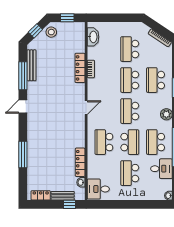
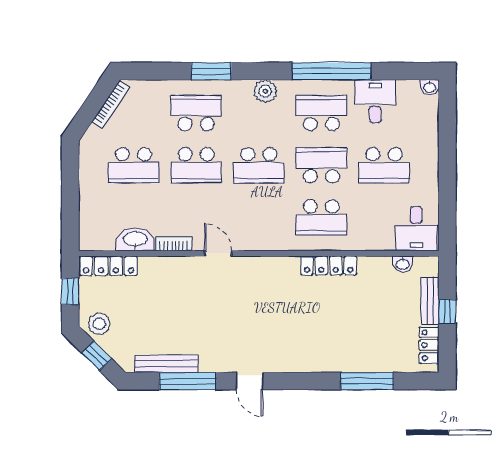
washbasin: (93, 37) -> (135, 239), moved
locker: (80, 68) -> (108, 266), moved
school desk: (156, 80) -> (196, 113), turned 180
door: (86, 108) -> (218, 253), moved
school desk: (156, 142) -> (321, 113), turned 180
window: (23, 155) -> (367, 381), moved
locker: (80, 162) -> (329, 265), moved
window: (70, 204) -> (447, 311), moved

